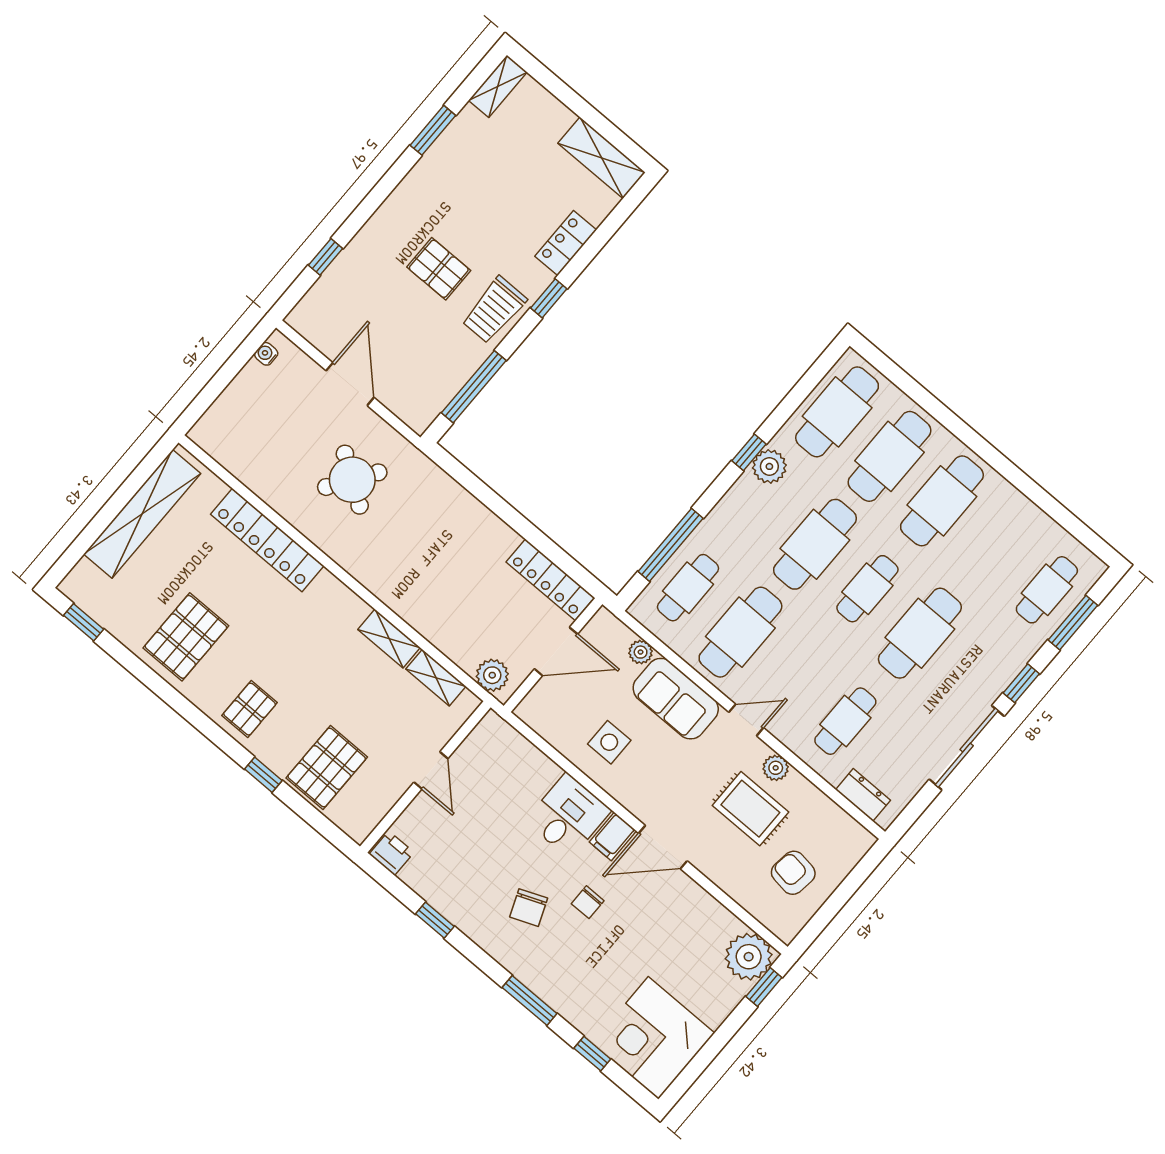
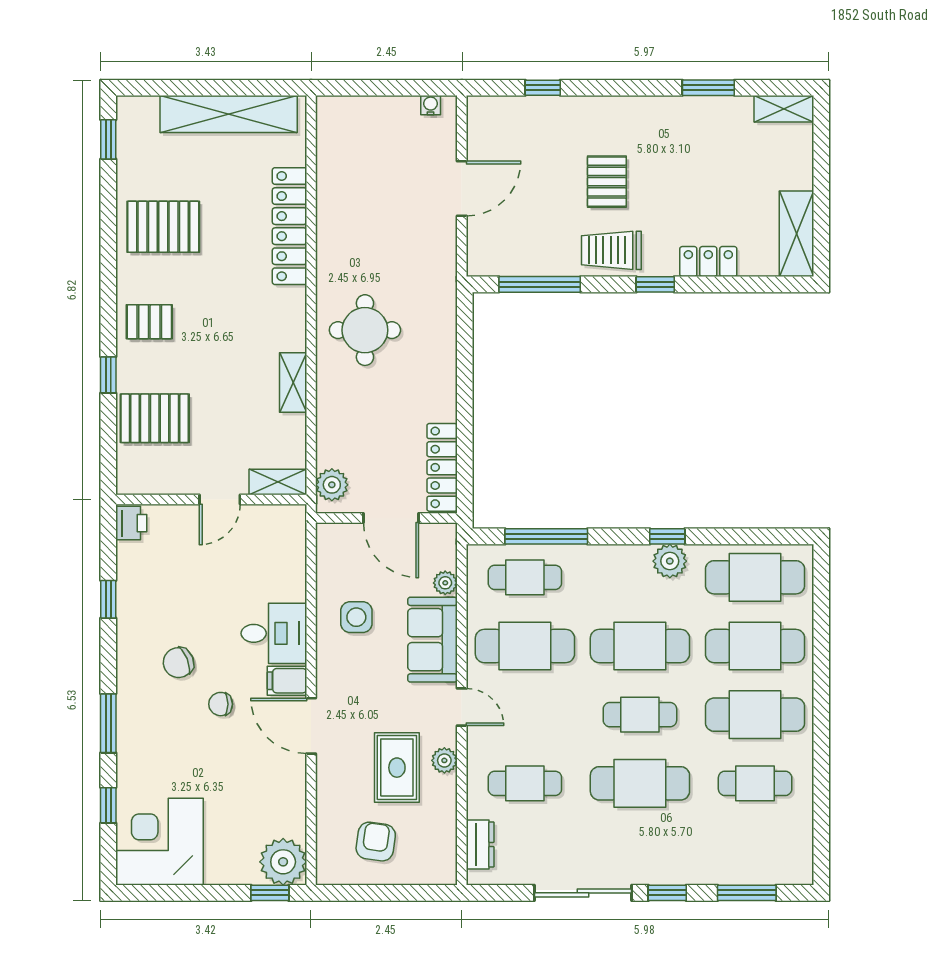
round table: (352, 480) -> (365, 330), moved, turned -34
cafe table: (1047, 590) -> (755, 783), moved
shelving: (436, 678) -> (278, 482), moved, turned 90

